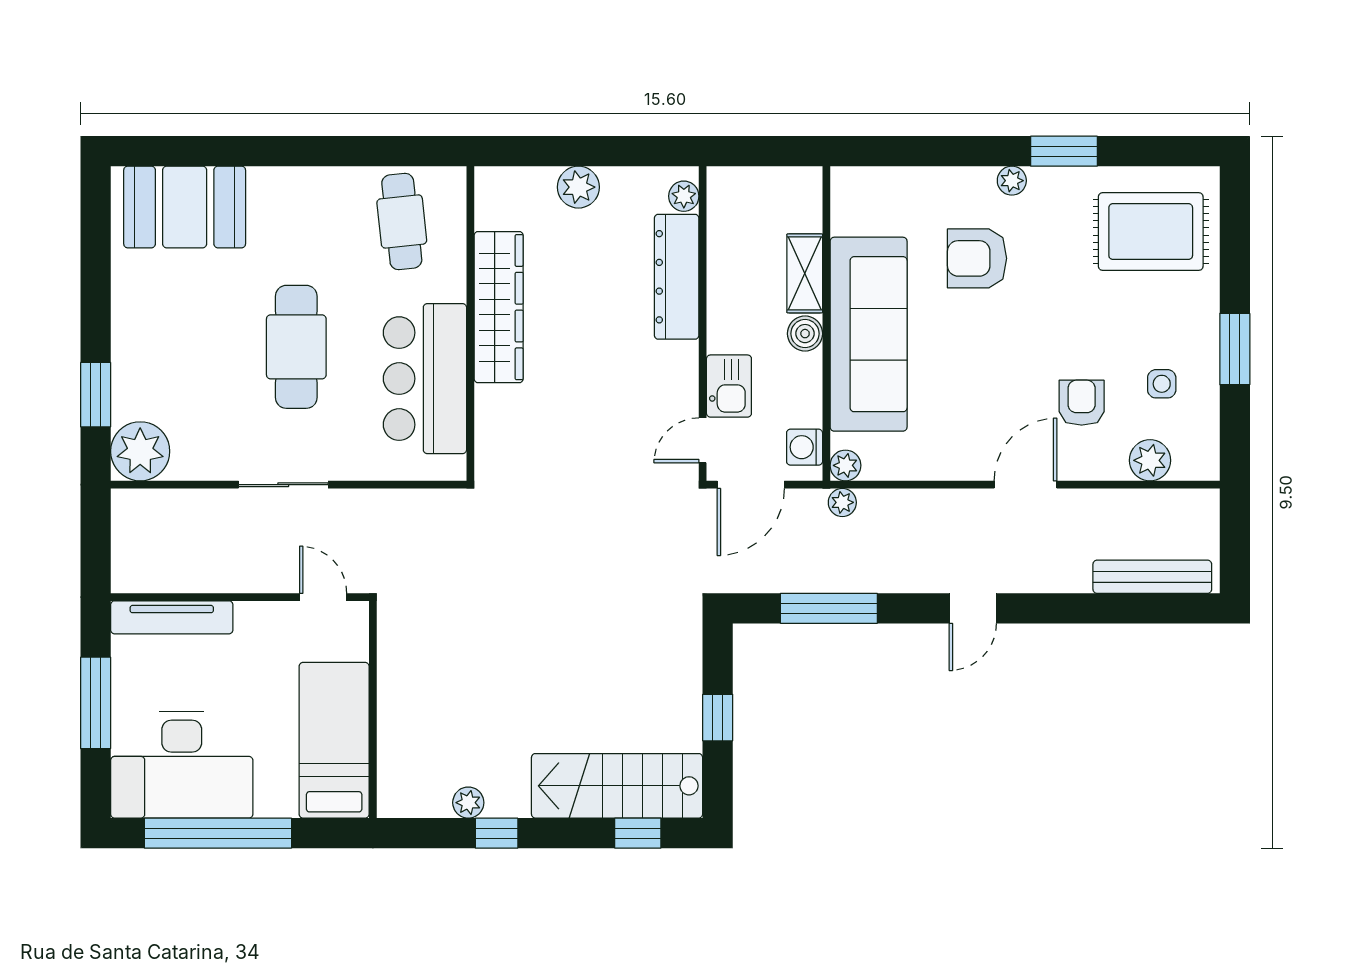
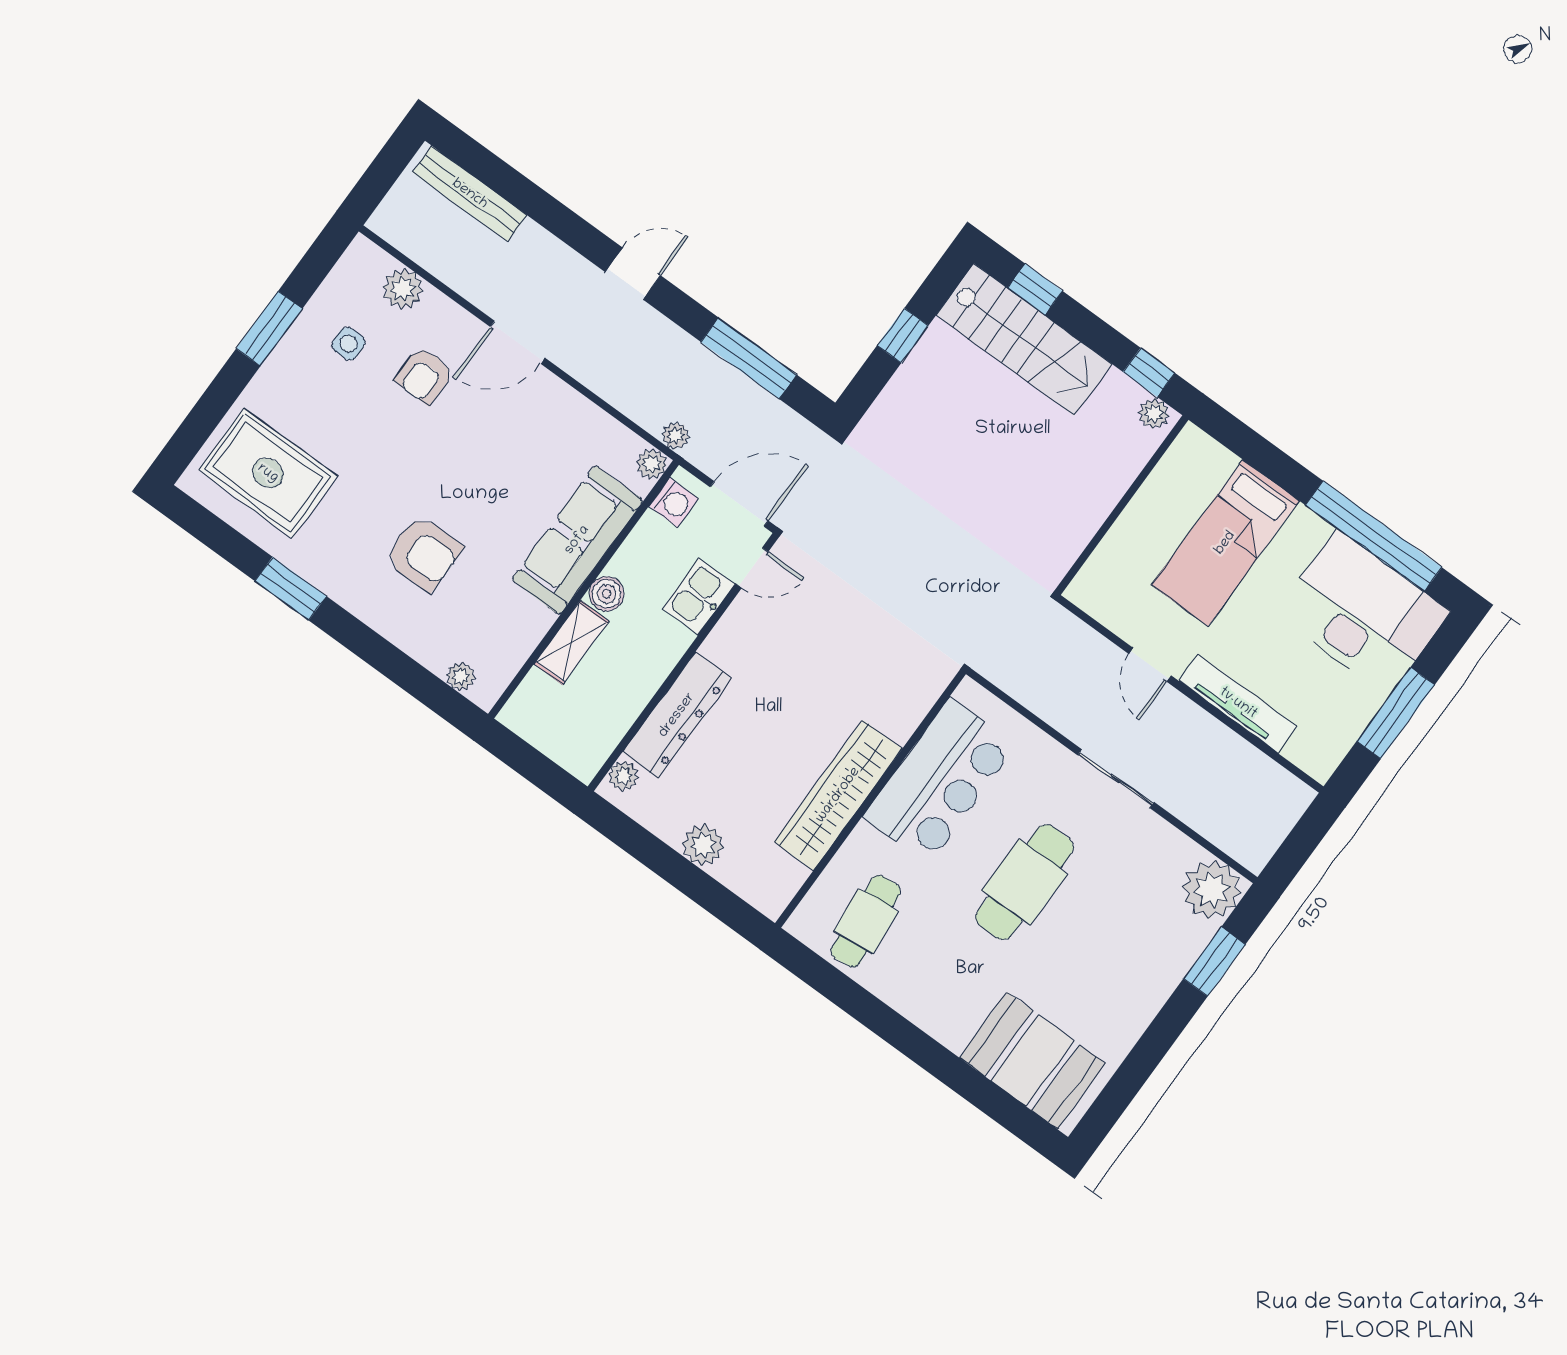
plant: (1012, 181) -> (461, 676), moved
sofa: (869, 334) -> (577, 540), width x0.74, depth x0.79
tv unit: (172, 617) -> (1238, 703), moved
wall: (373, 709) -> (1122, 505), moved

